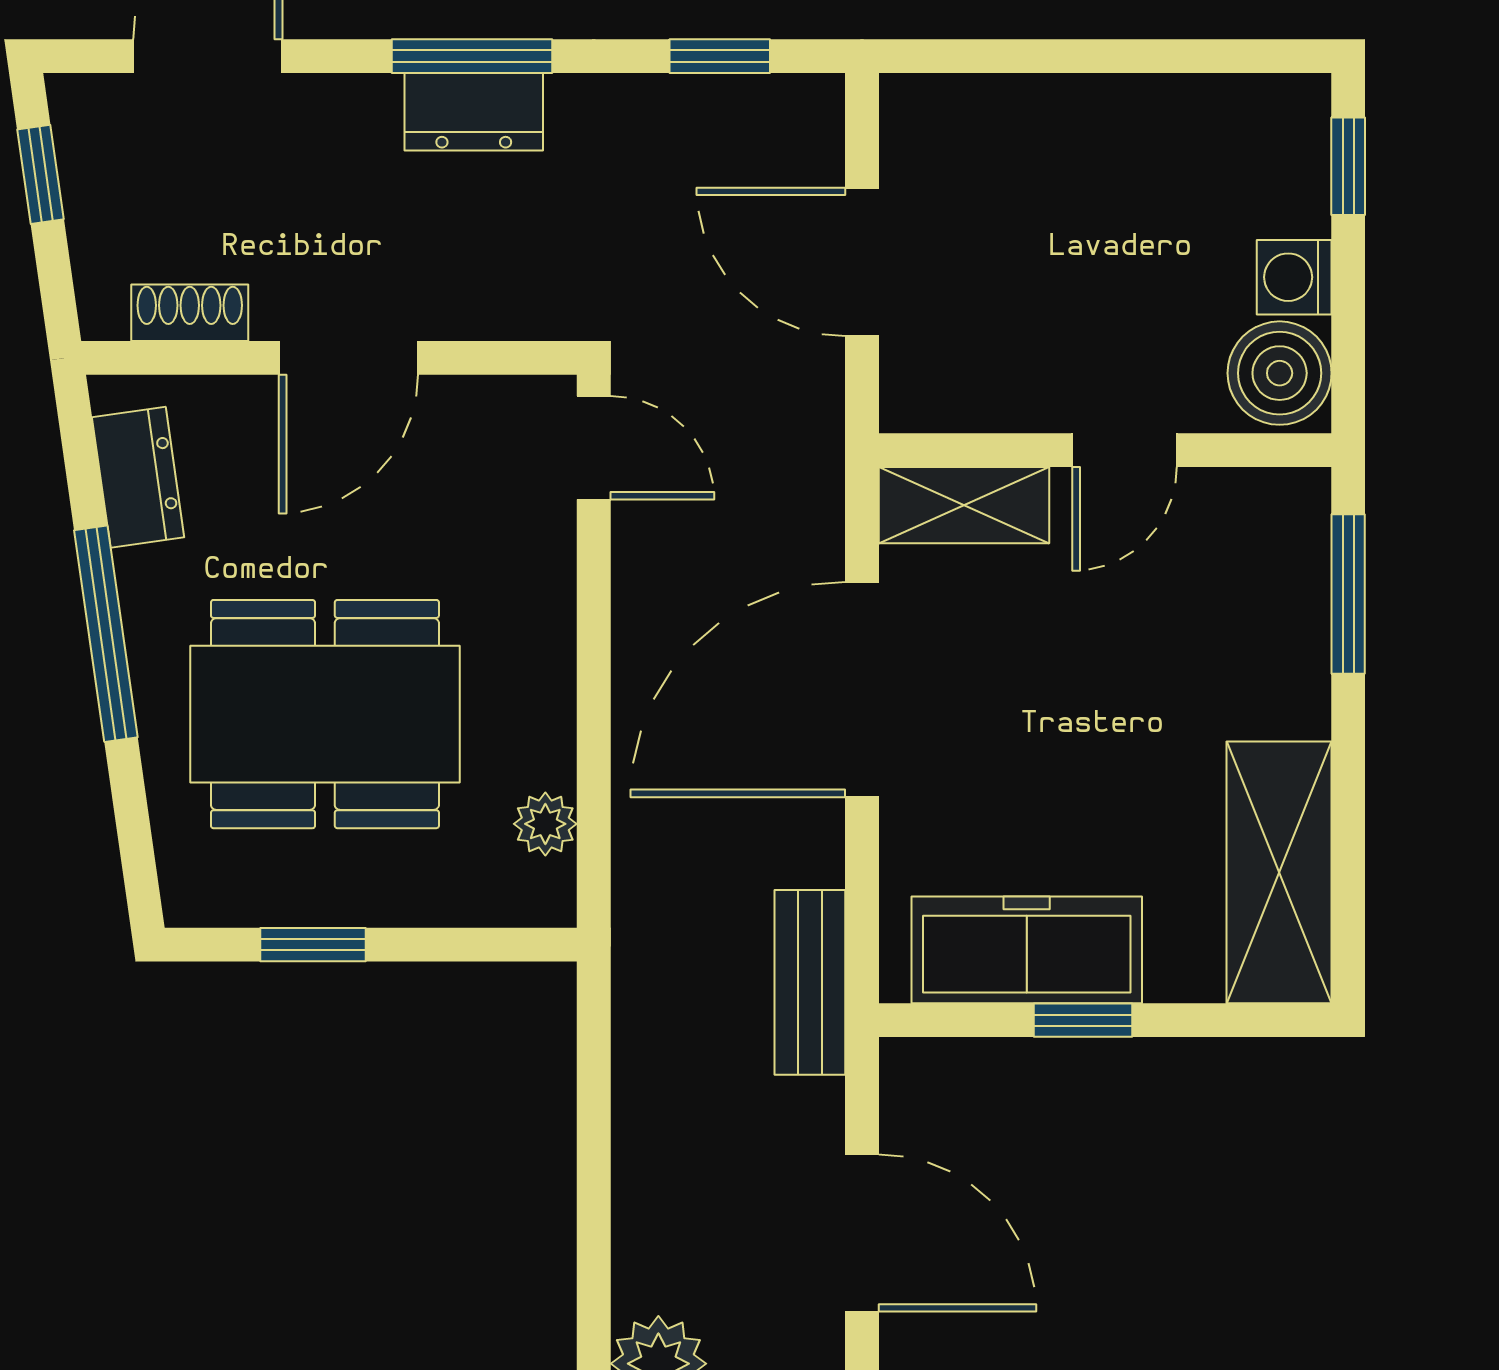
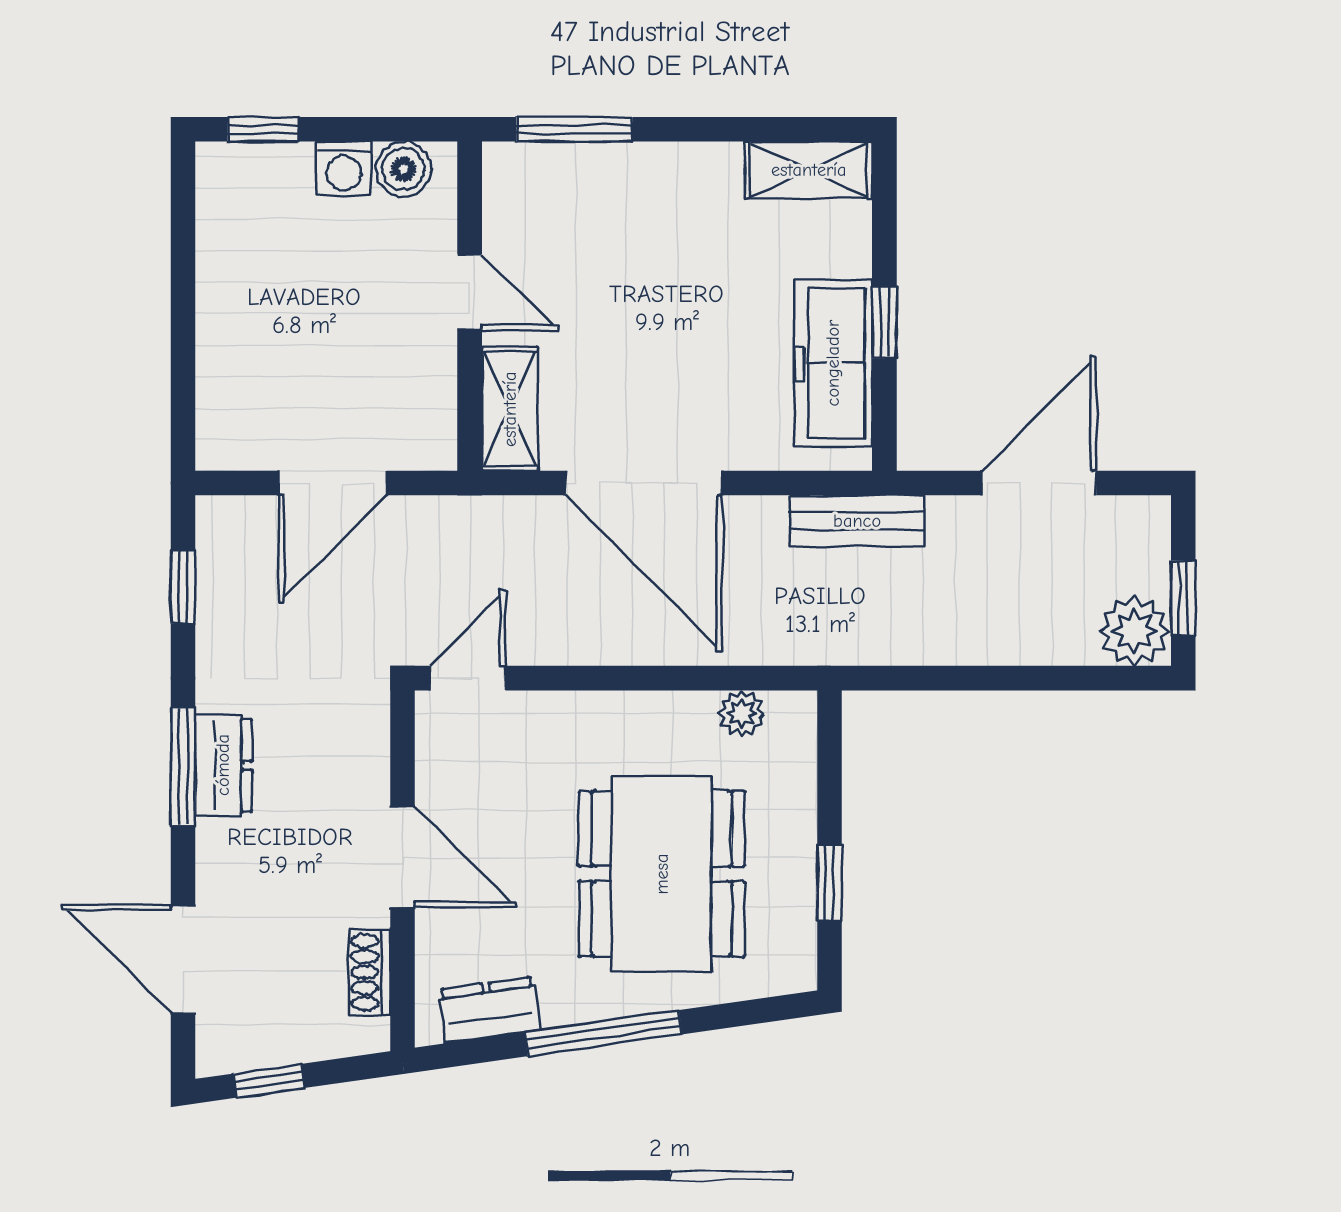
boiler: (1280, 373) -> (404, 169), width x0.73, depth x0.73
shelving: (1279, 872) -> (809, 170), width x0.67, depth x0.75

